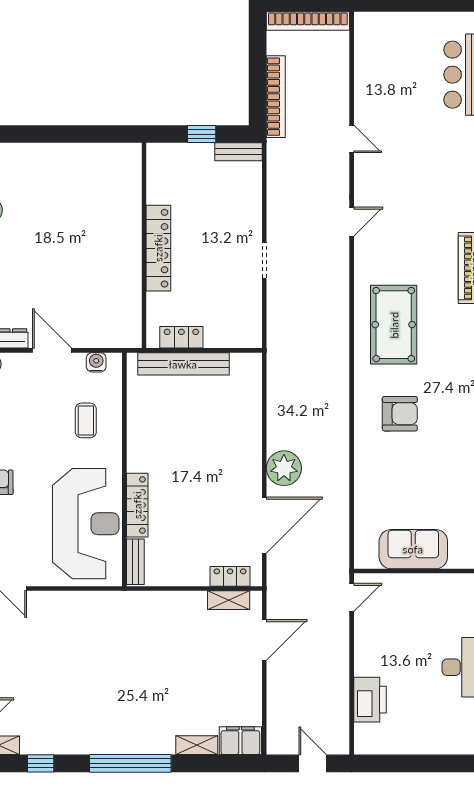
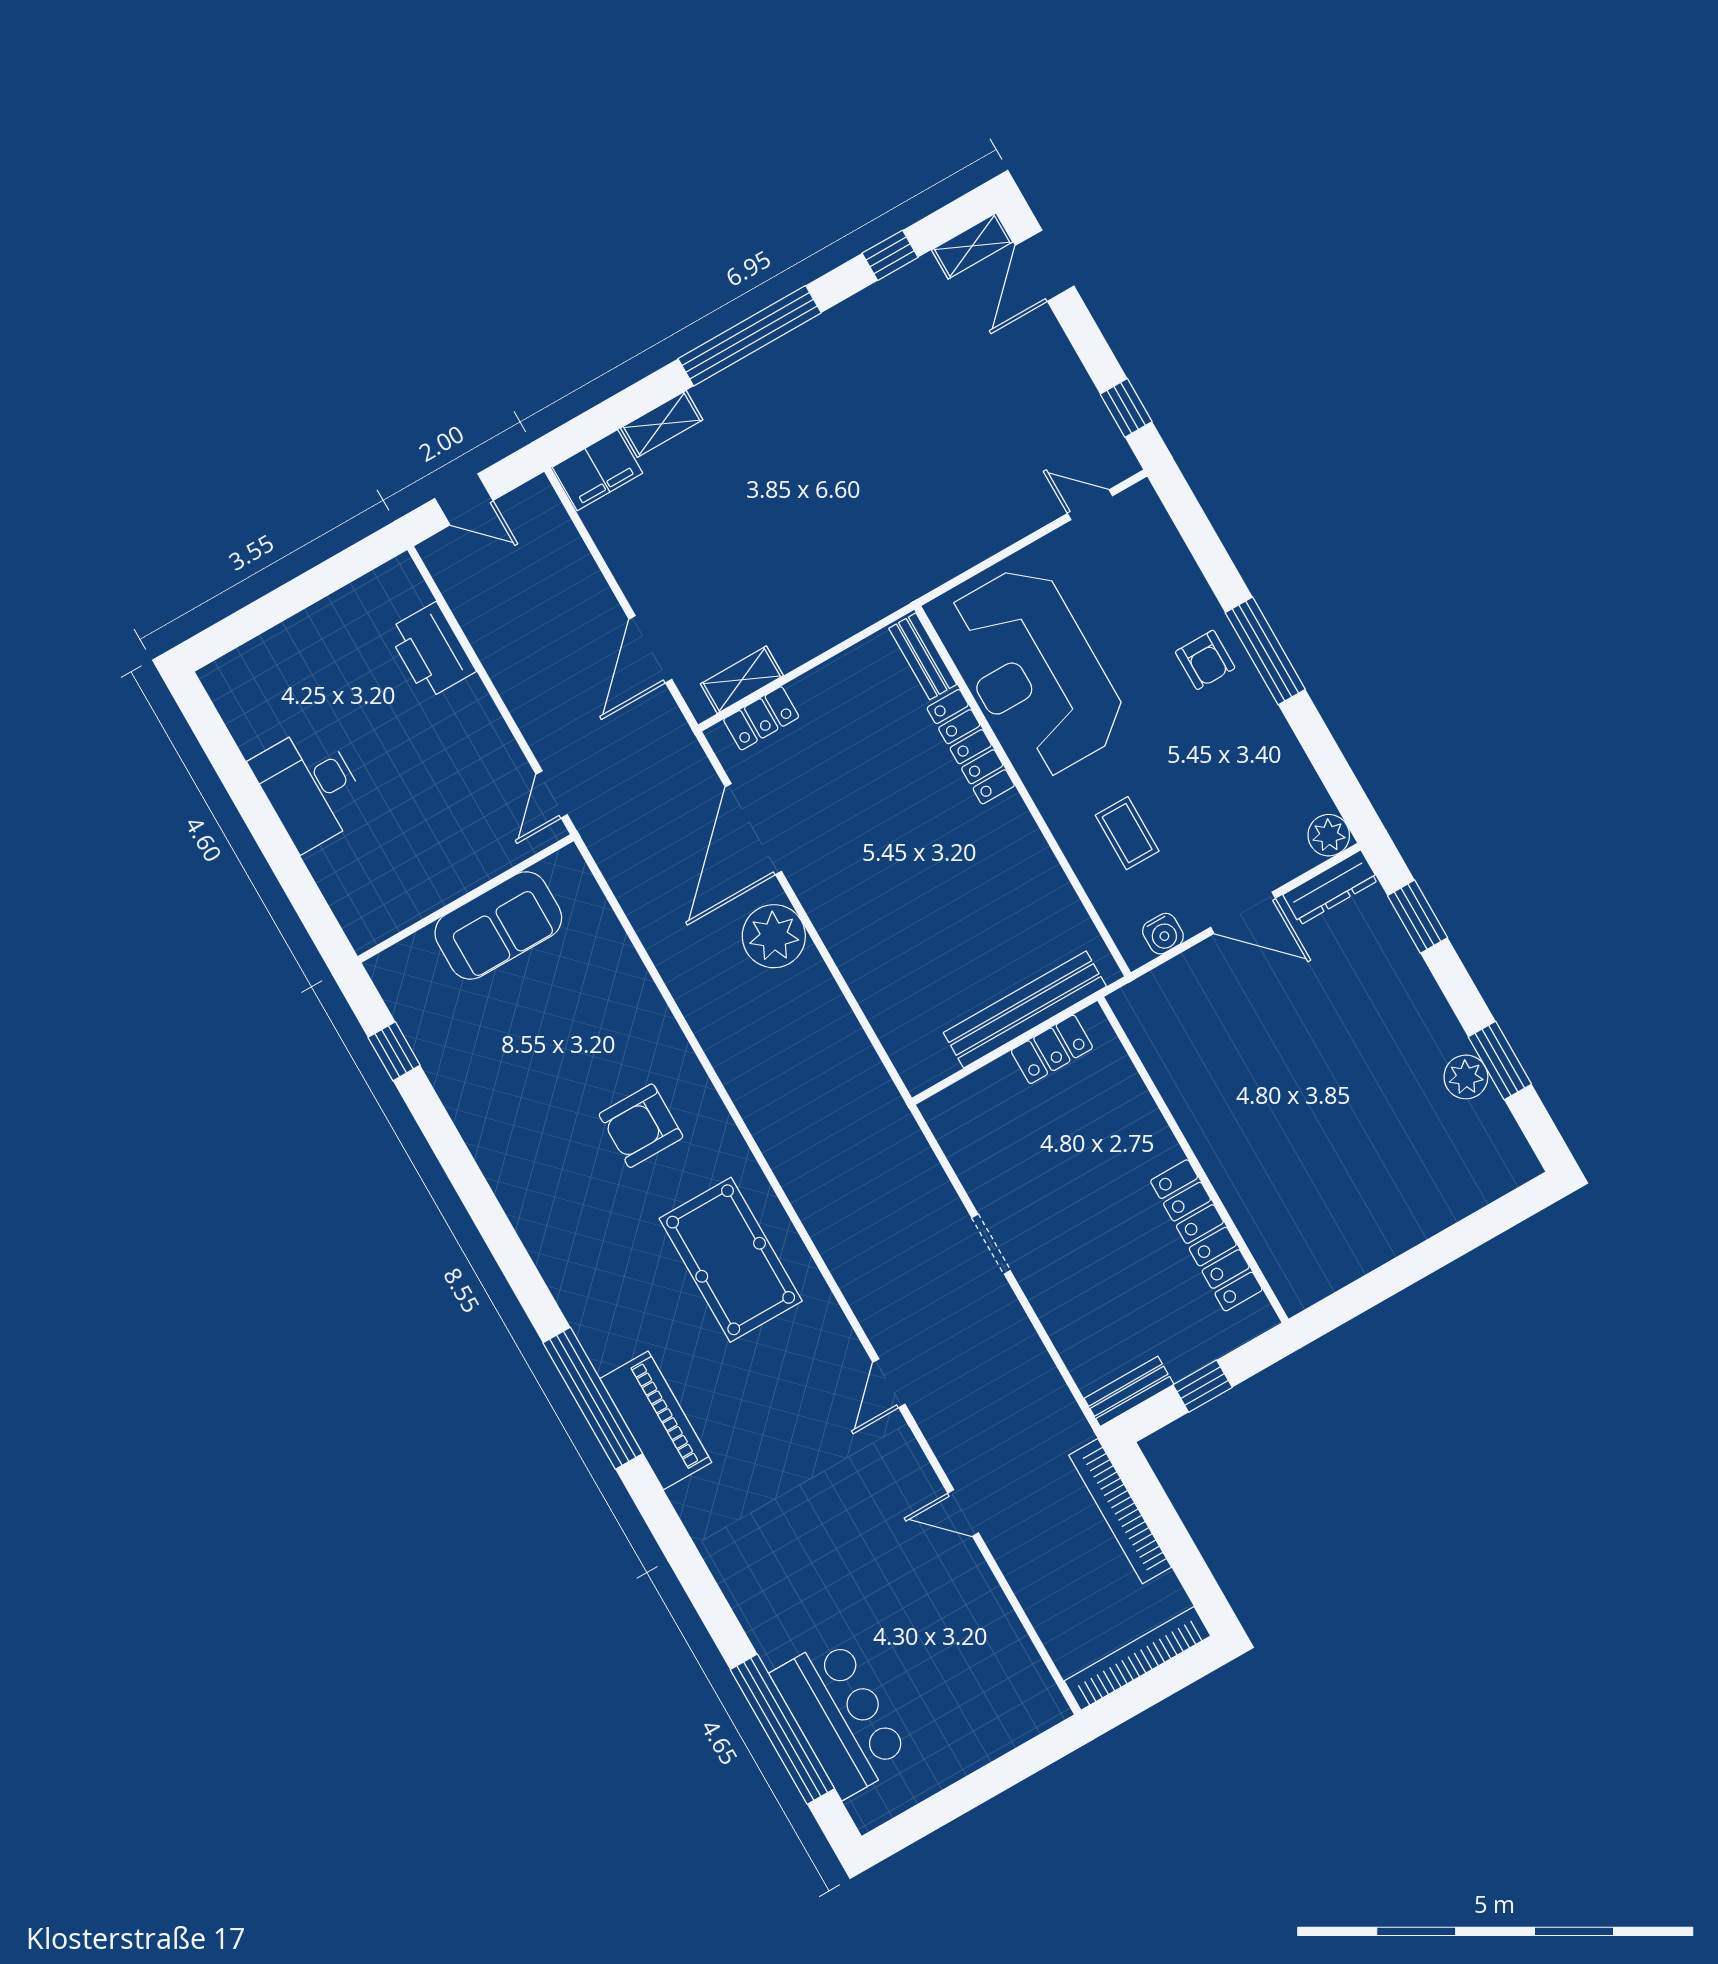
locker: (158, 248) -> (1206, 1235), moved

